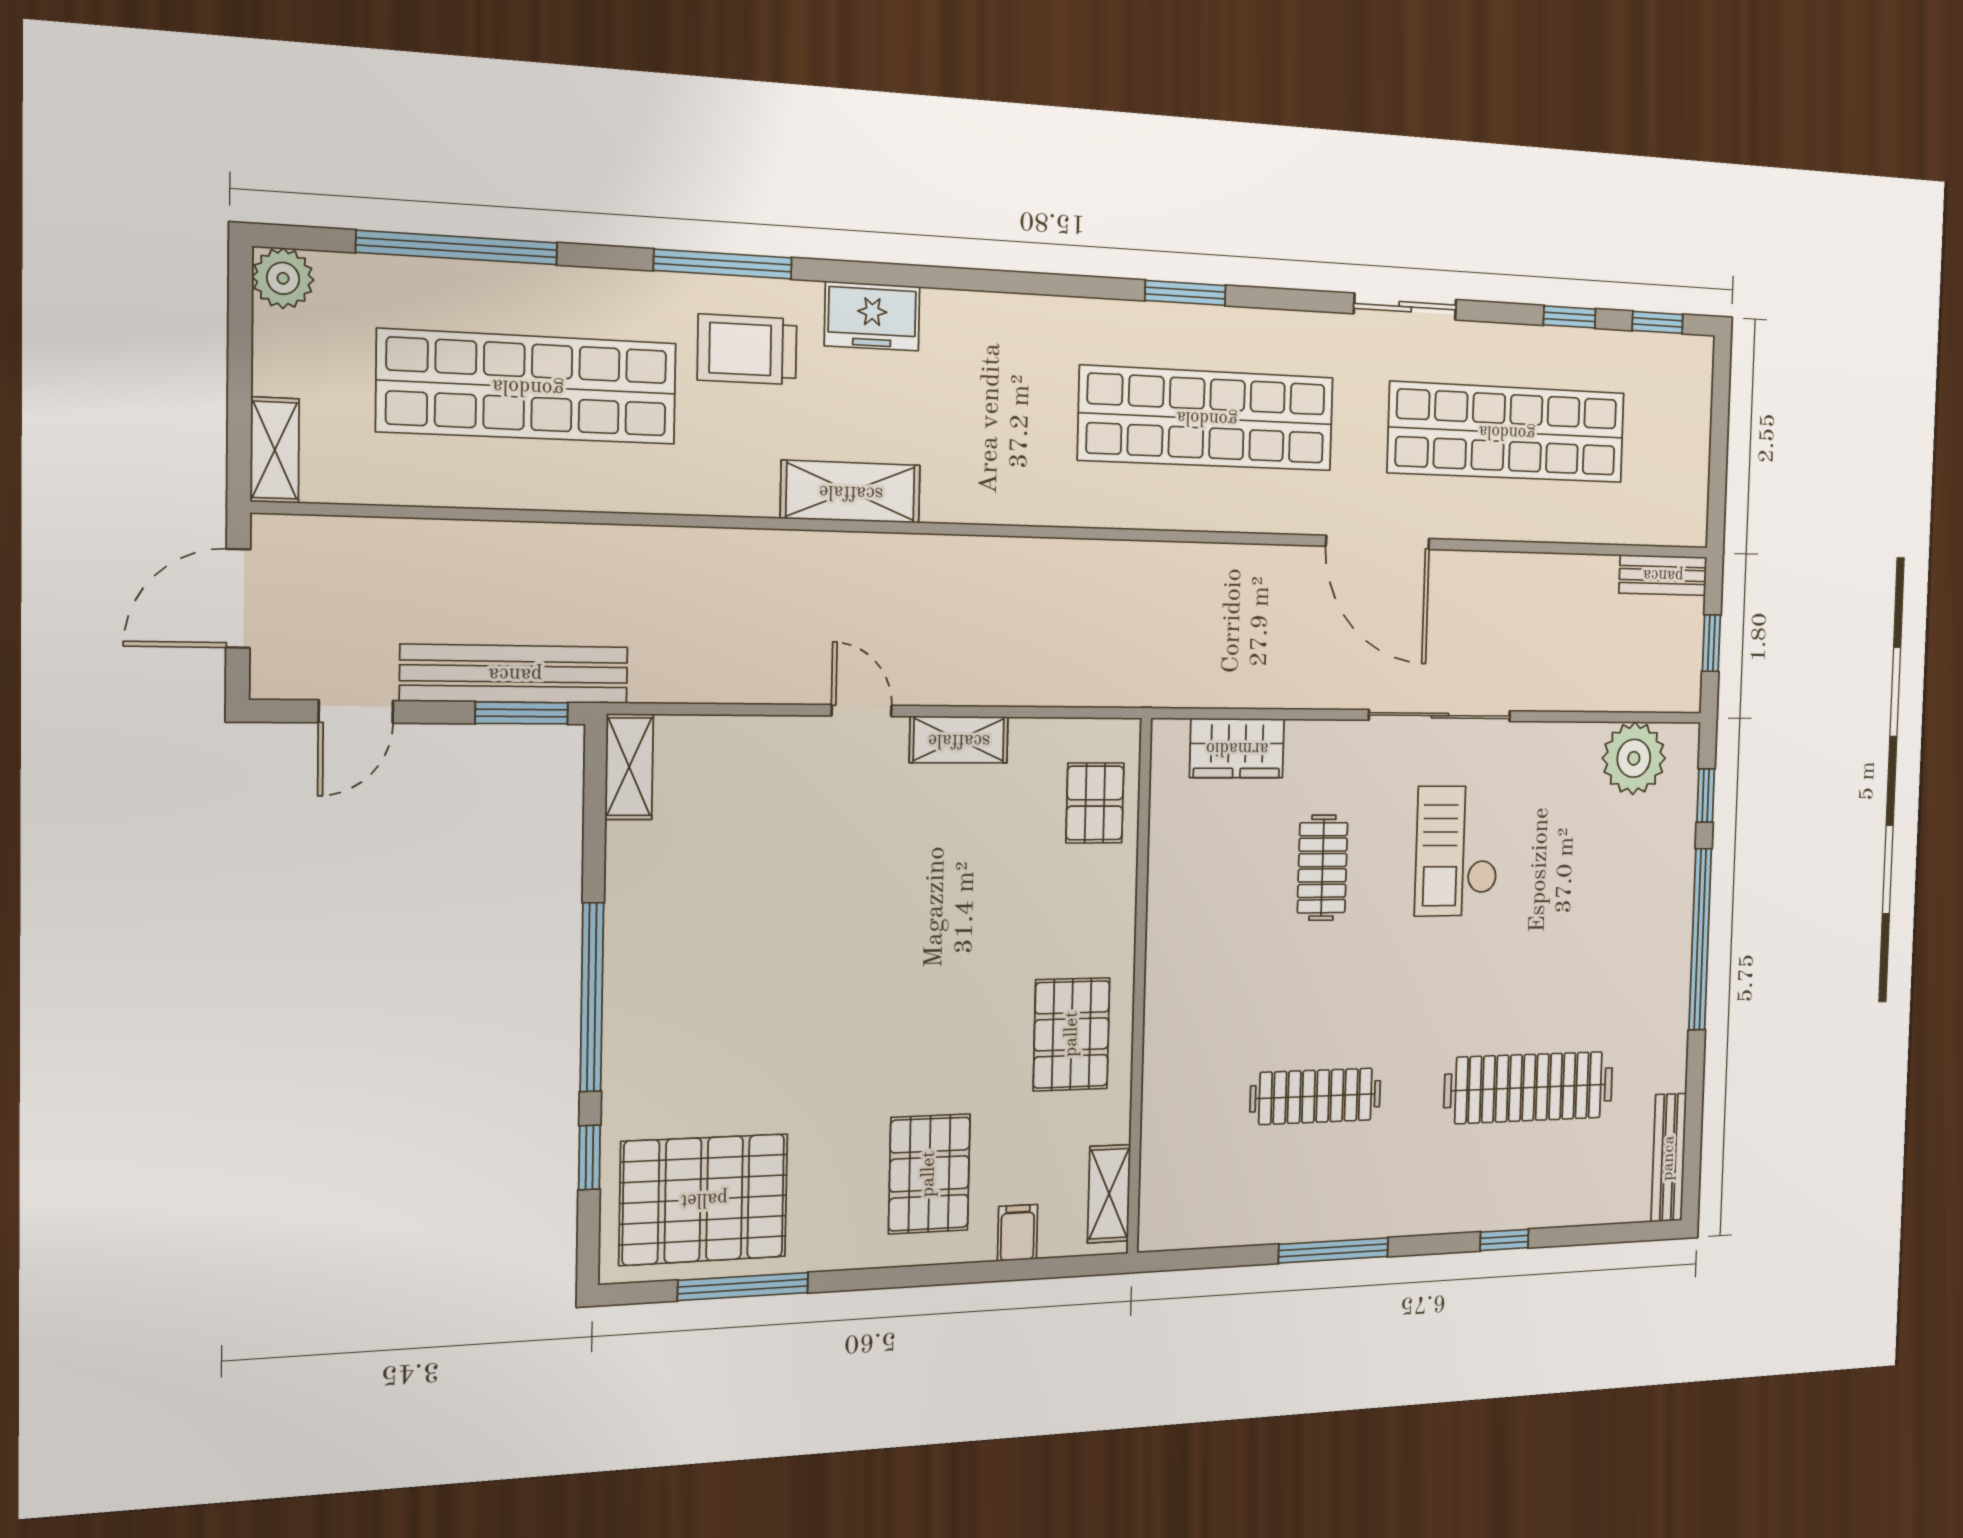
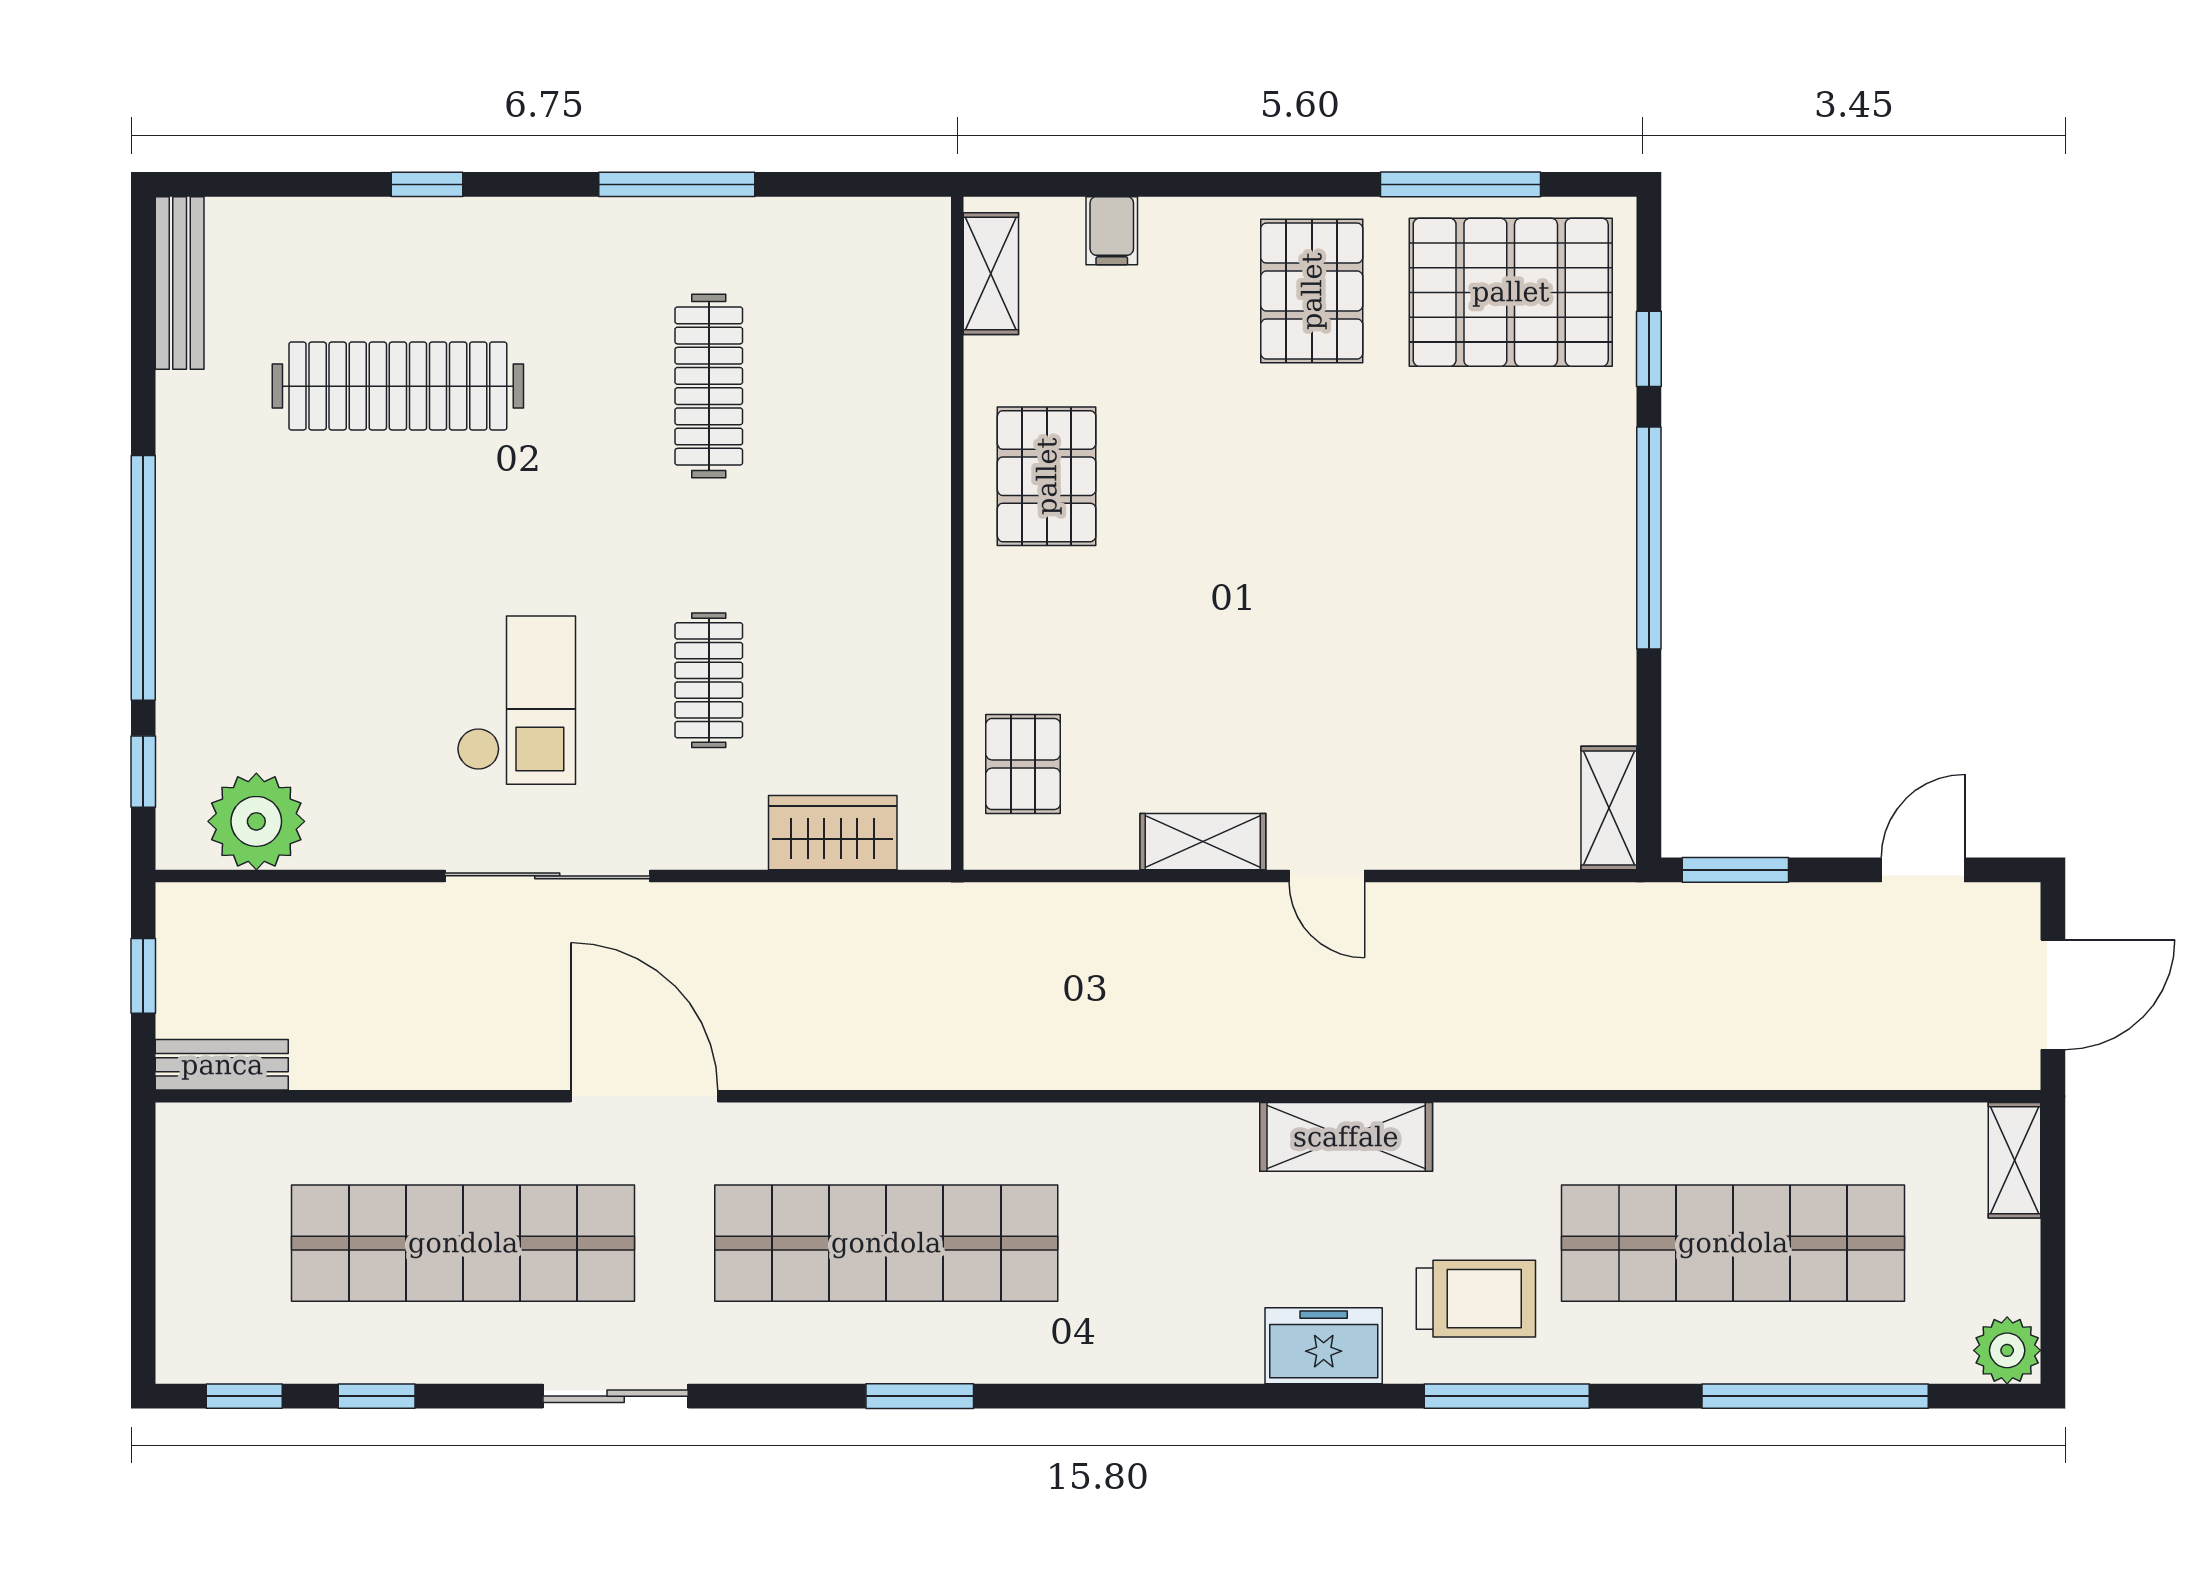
bench: (515, 674) -> (1744, 915), removed
clothes rail: (1316, 1096) -> (709, 386), turned 90
pallet: (929, 1174) -> (1312, 291), moved

